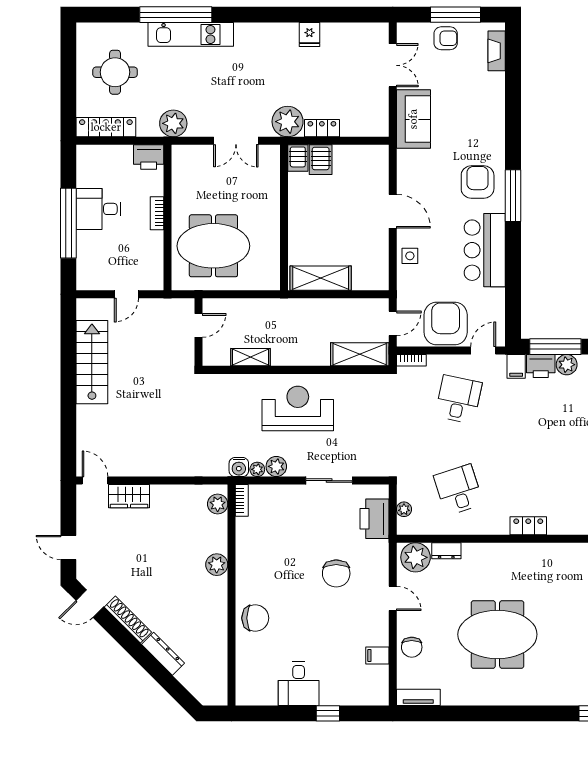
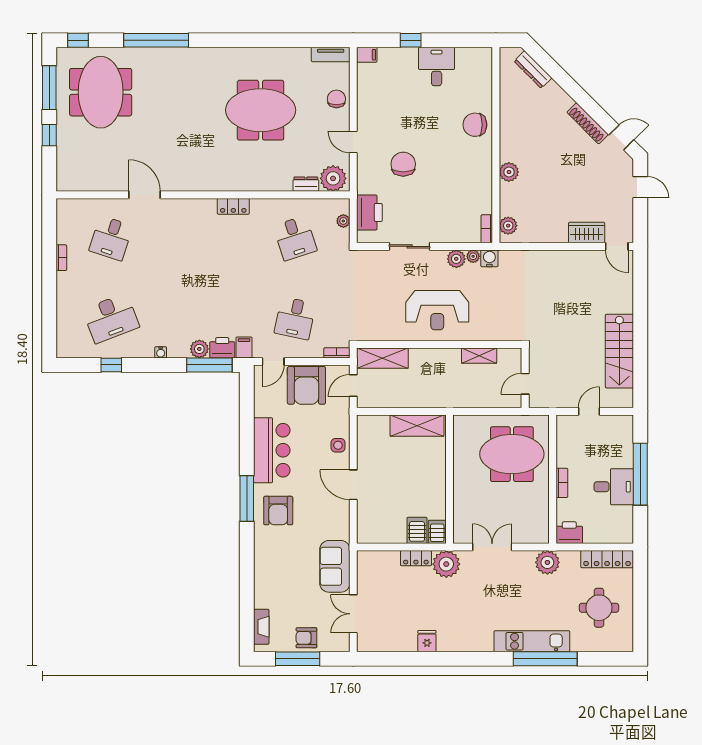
dresser: (163, 654) -> (533, 69), moved
filing cabinet: (377, 655) -> (367, 55), moved

